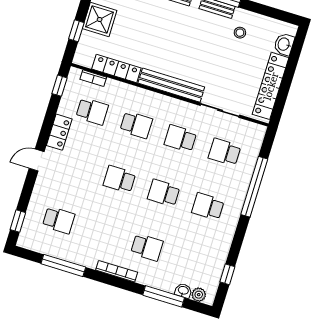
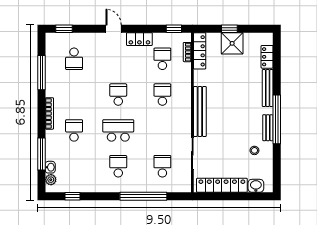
window: (76, 31) -> (229, 29), moved
locker: (116, 69) -> (200, 51), moved
school desk: (92, 111) -> (162, 59), turned 180
school desk: (136, 125) -> (162, 95), turned 180
school desk: (180, 138) -> (162, 130), removed
school desk: (164, 193) -> (118, 130), width x1.85
school desk: (147, 247) -> (74, 130), turned 180

